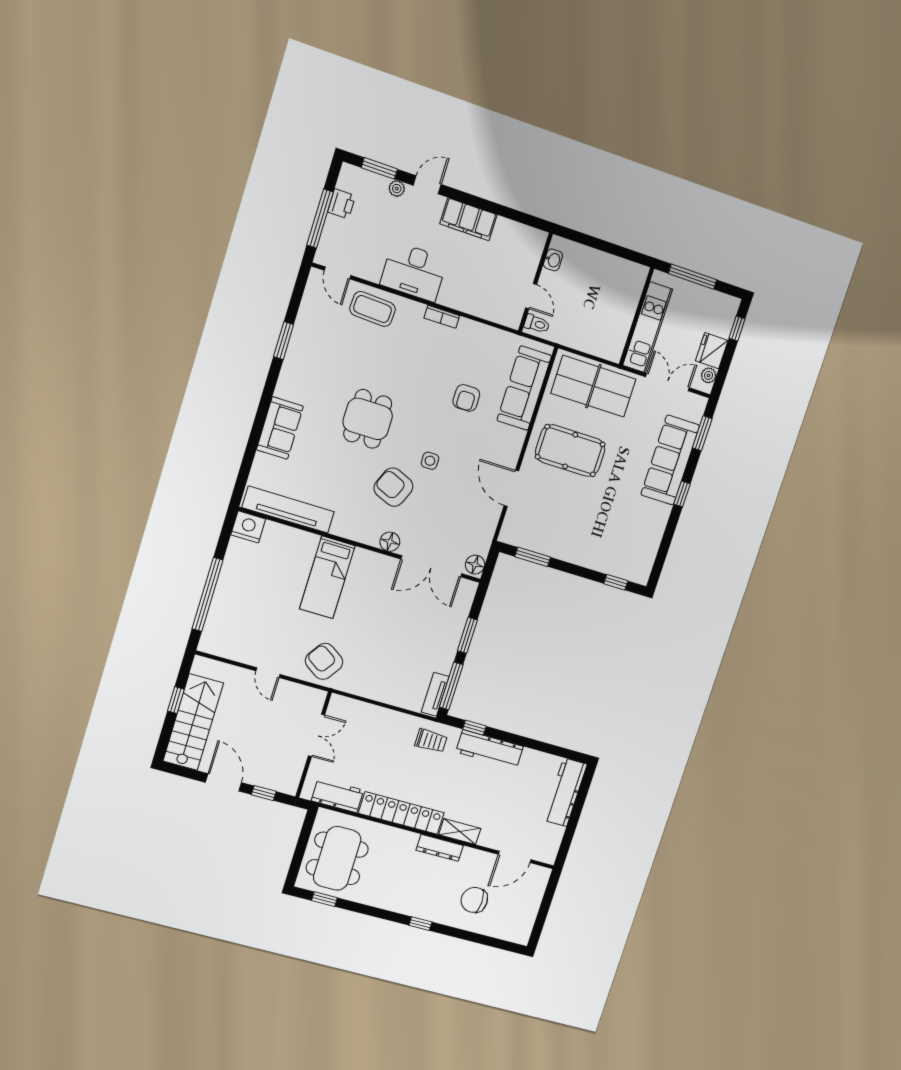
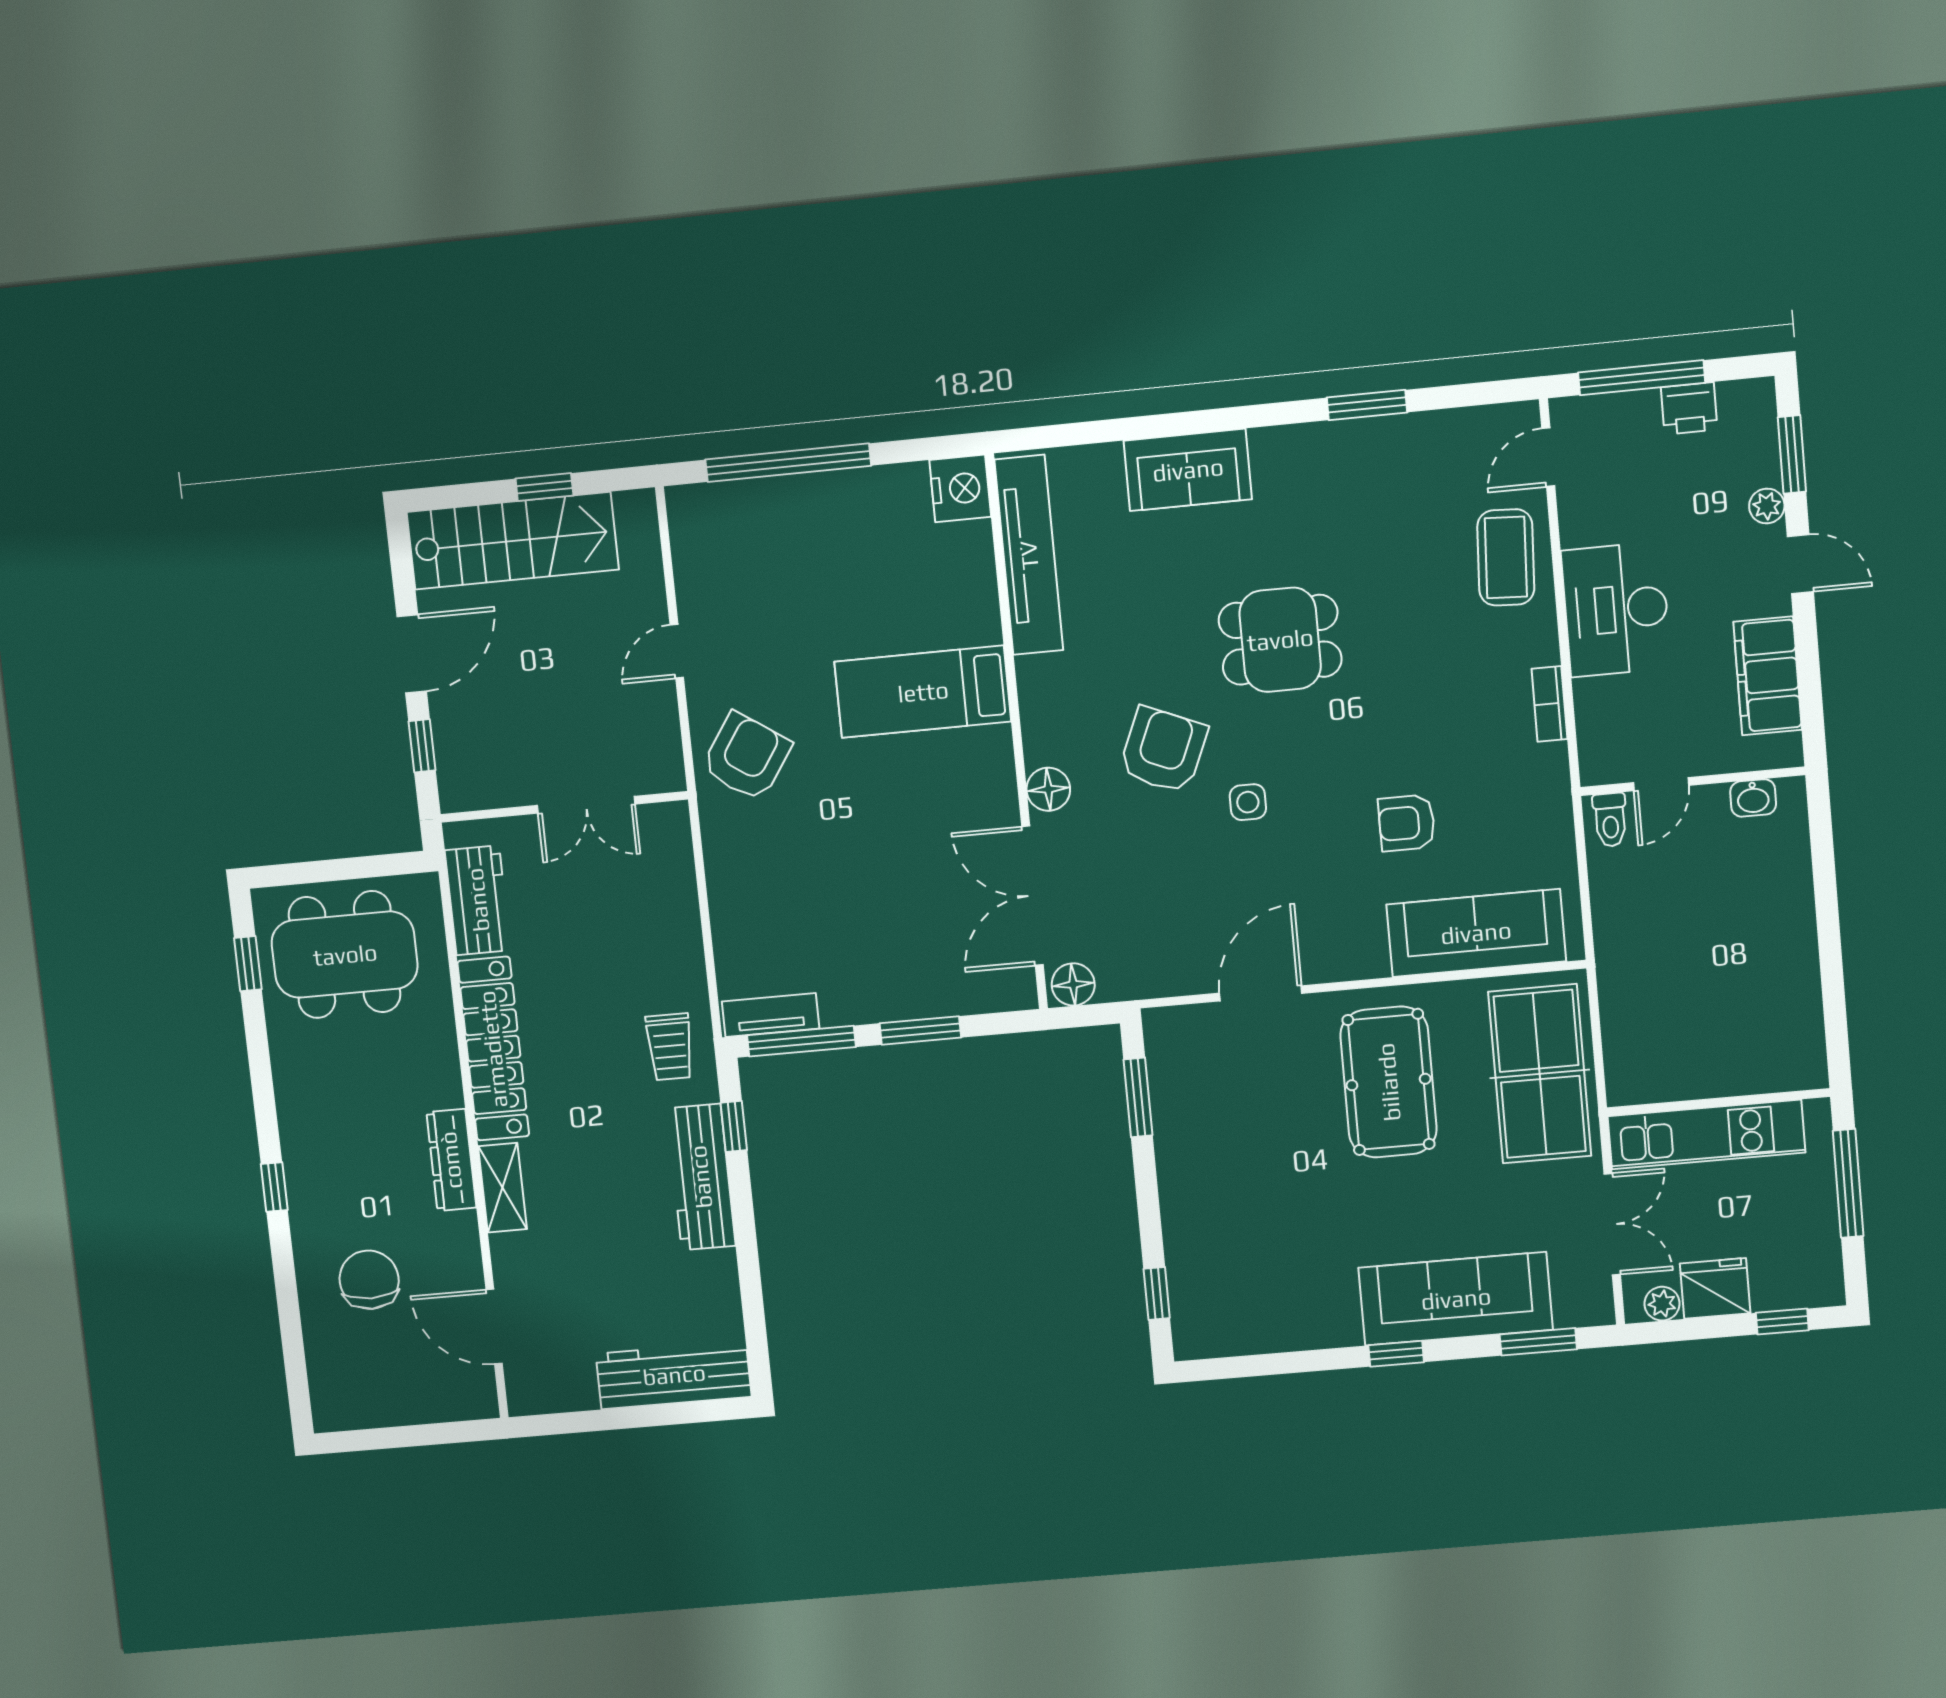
washbasin: (553, 260) -> (1753, 798), moved
wall: (535, 282) -> (1693, 781), moved
door: (531, 296) -> (1661, 784), moved
toilet: (537, 324) -> (1610, 820), moved

